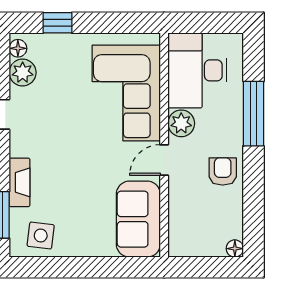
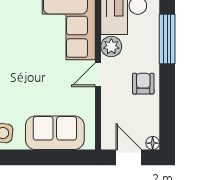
sofa: (138, 219) -> (55, 133), moved, turned 90
door: (204, 267) -> (129, 157), added

